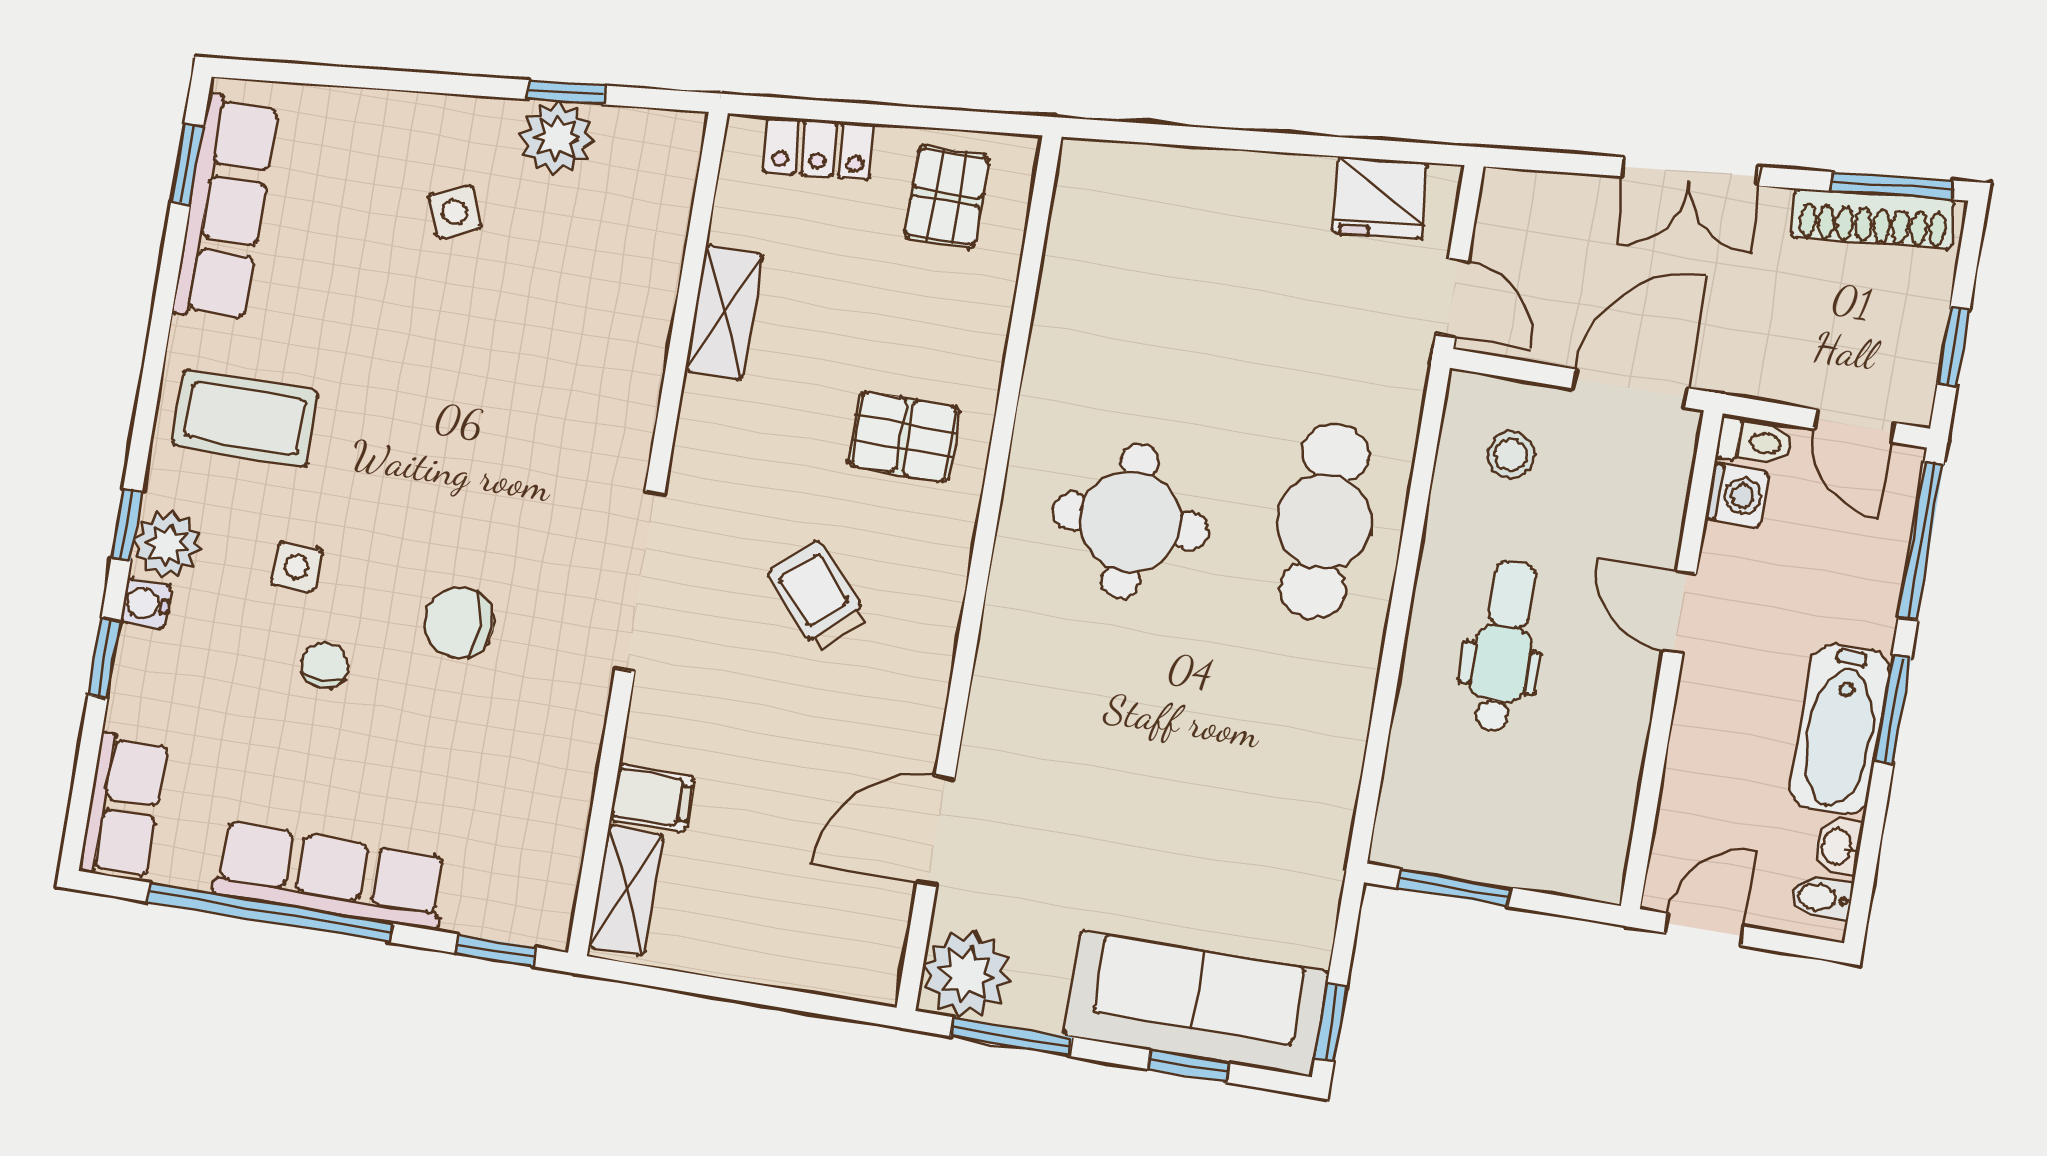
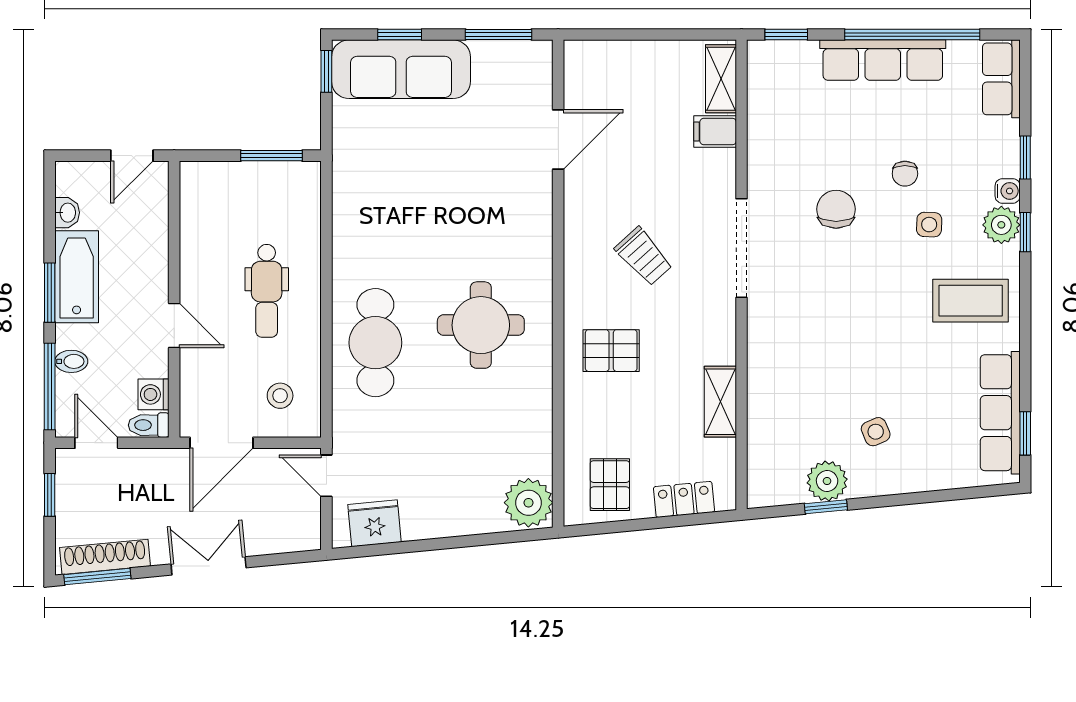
chair: (459, 622) -> (836, 209), turned -90
bidet: (1821, 898) -> (71, 361), moved
plant: (967, 974) -> (528, 503), moved

